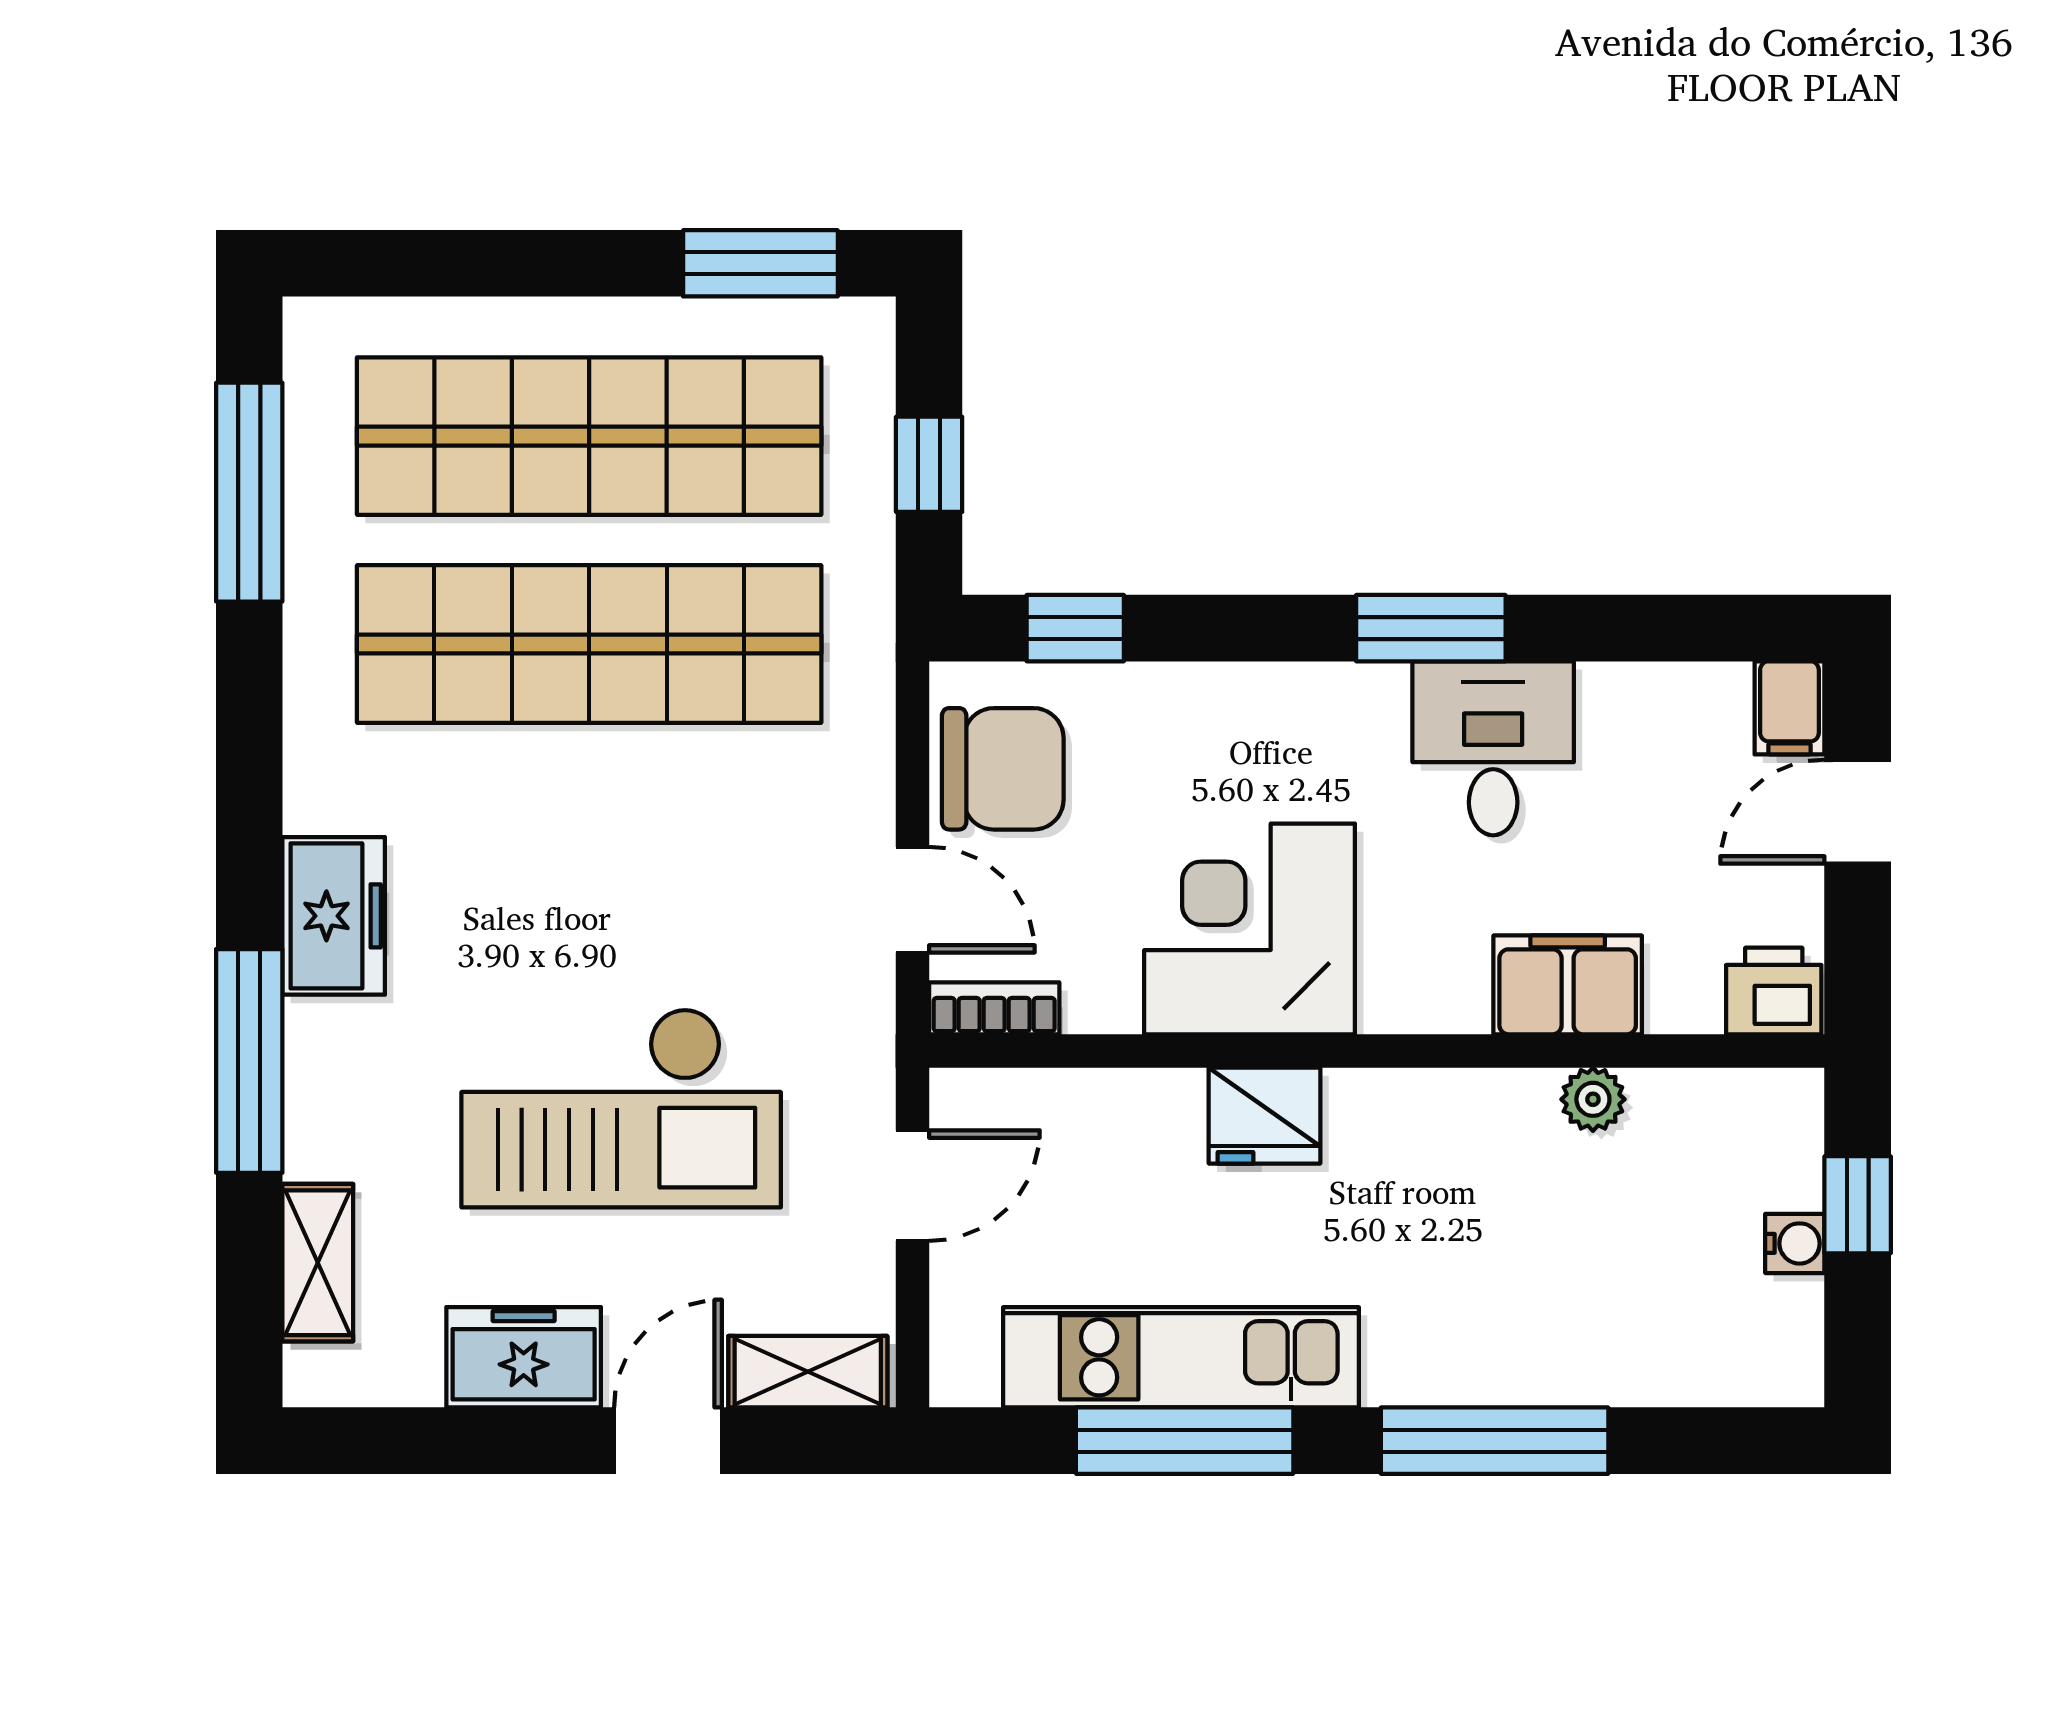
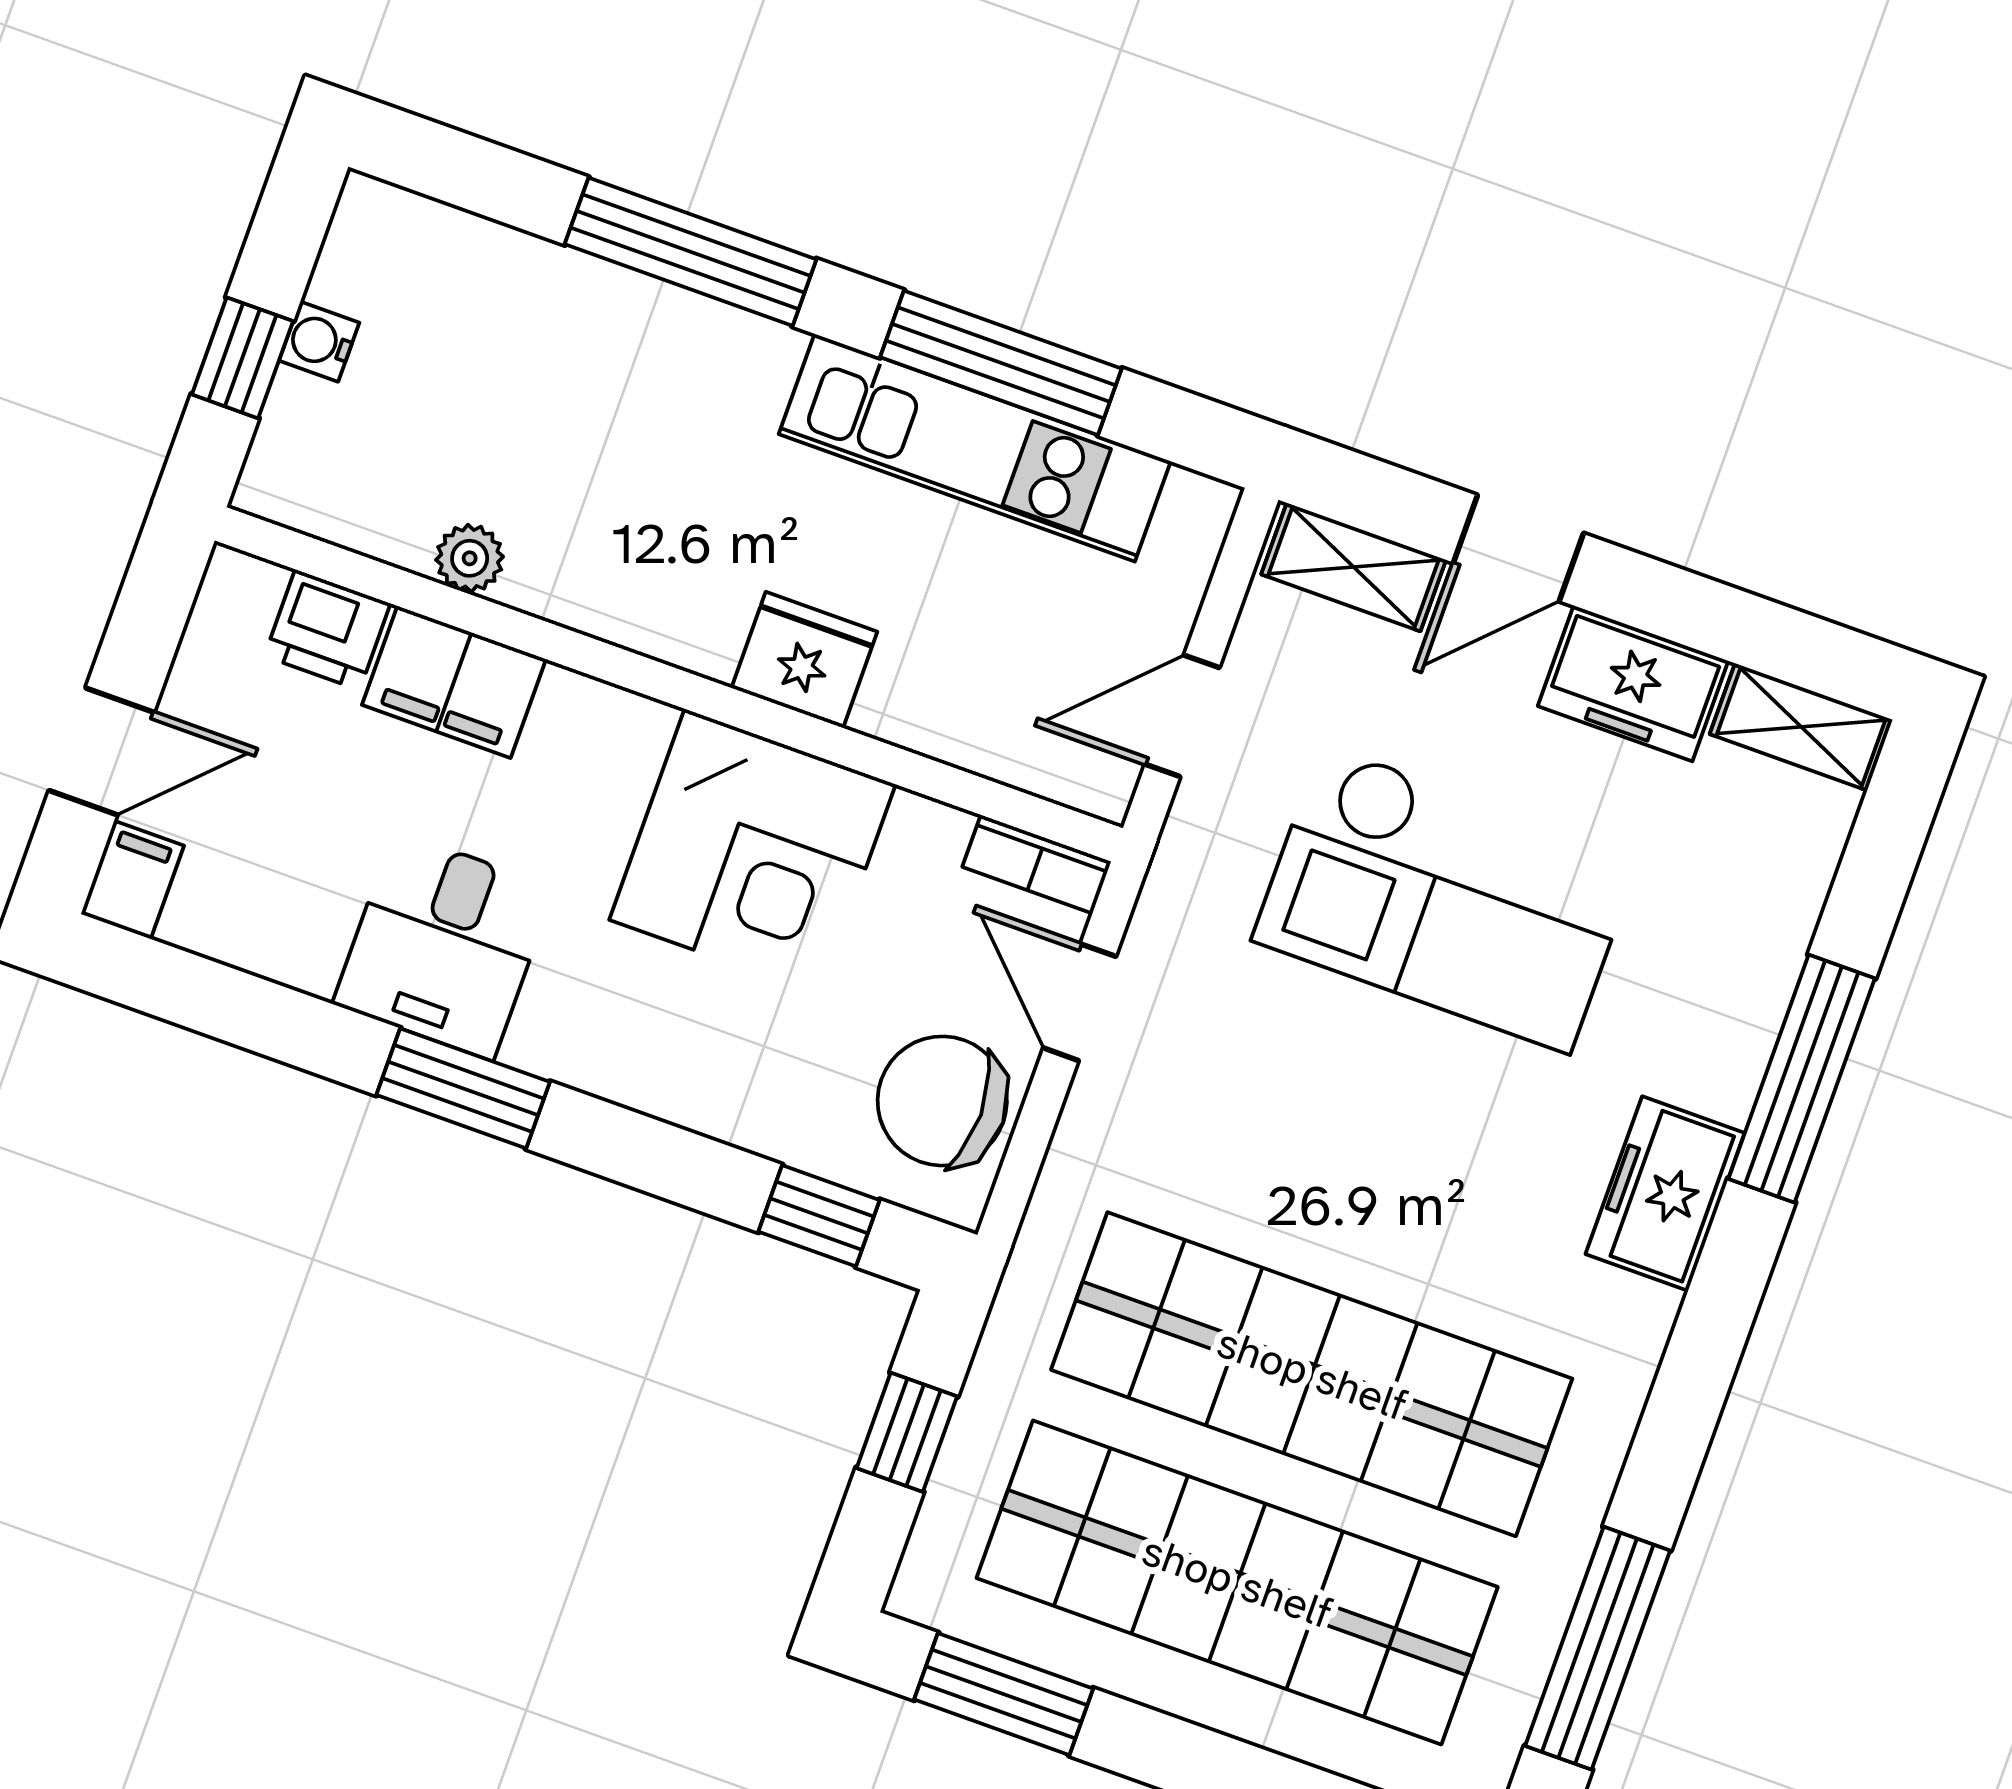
printer: (1774, 991) -> (327, 630), moved
checkout: (621, 1108) -> (1446, 898), turned 180
shelving: (318, 1263) -> (1801, 727), moved, turned 90

